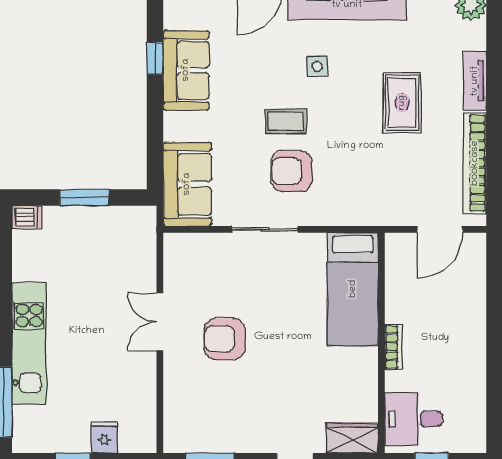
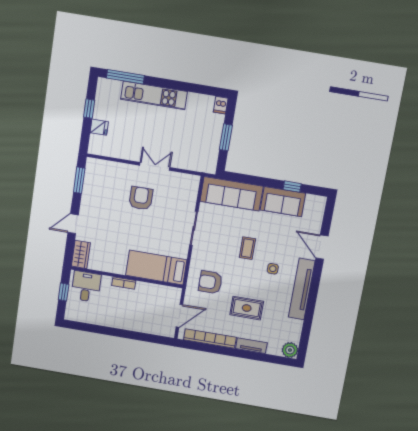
armchair: (292, 171) -> (210, 282), moved, turned -90
sofa: (187, 184) -> (232, 194), width x1.36
door: (440, 229) -> (179, 316), swing flipped

